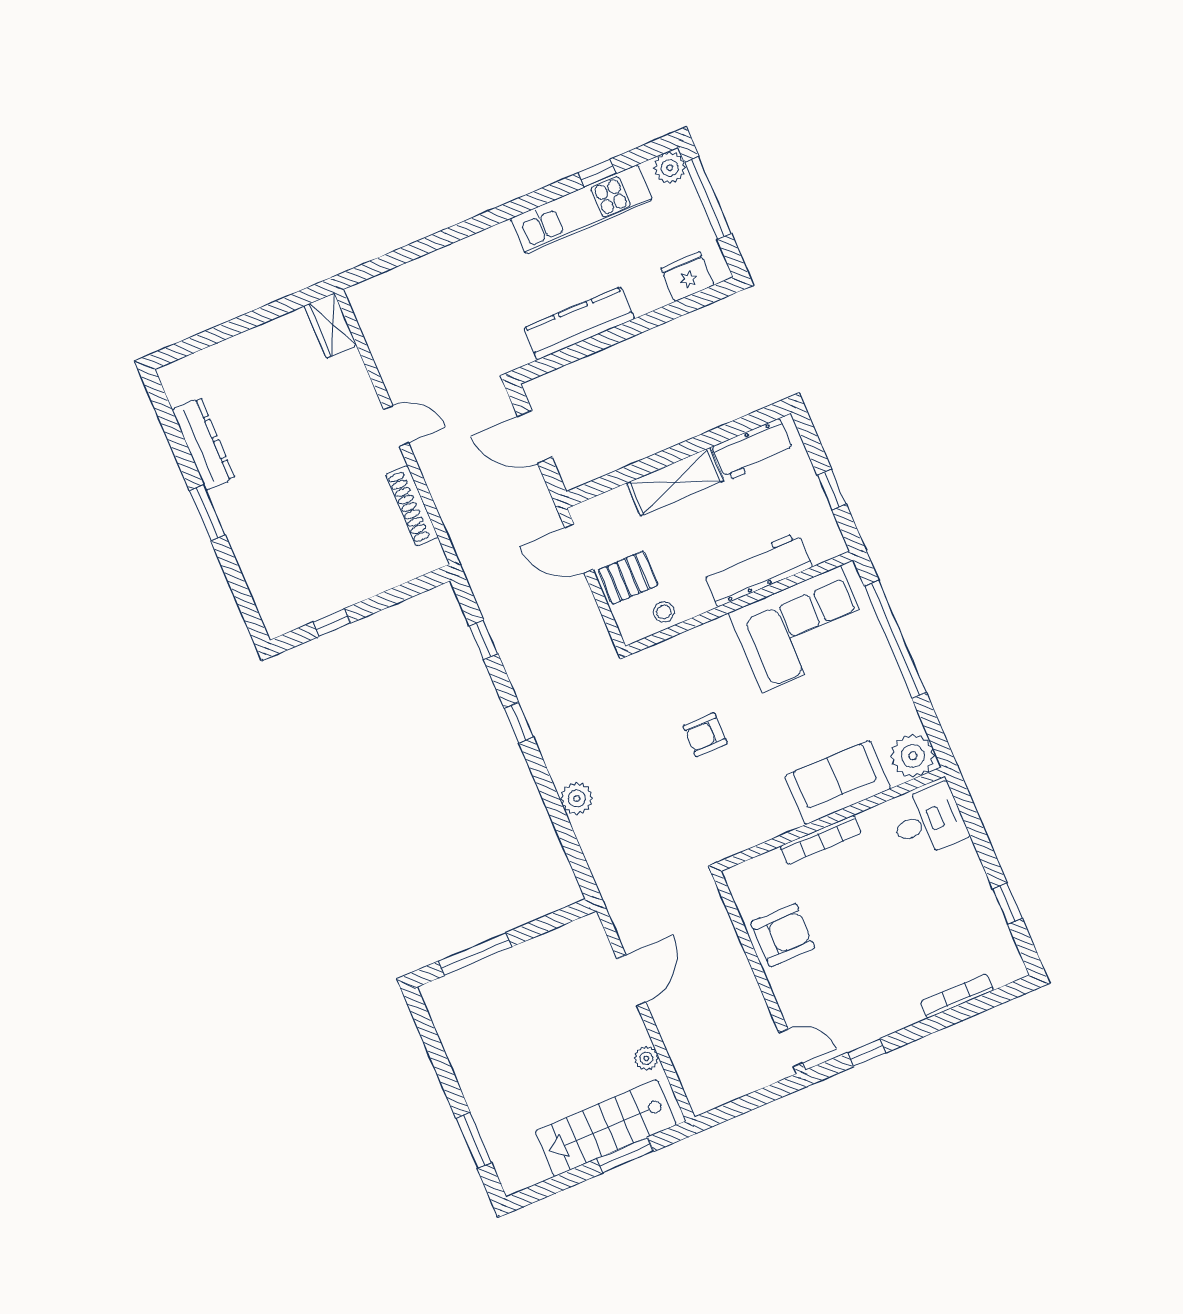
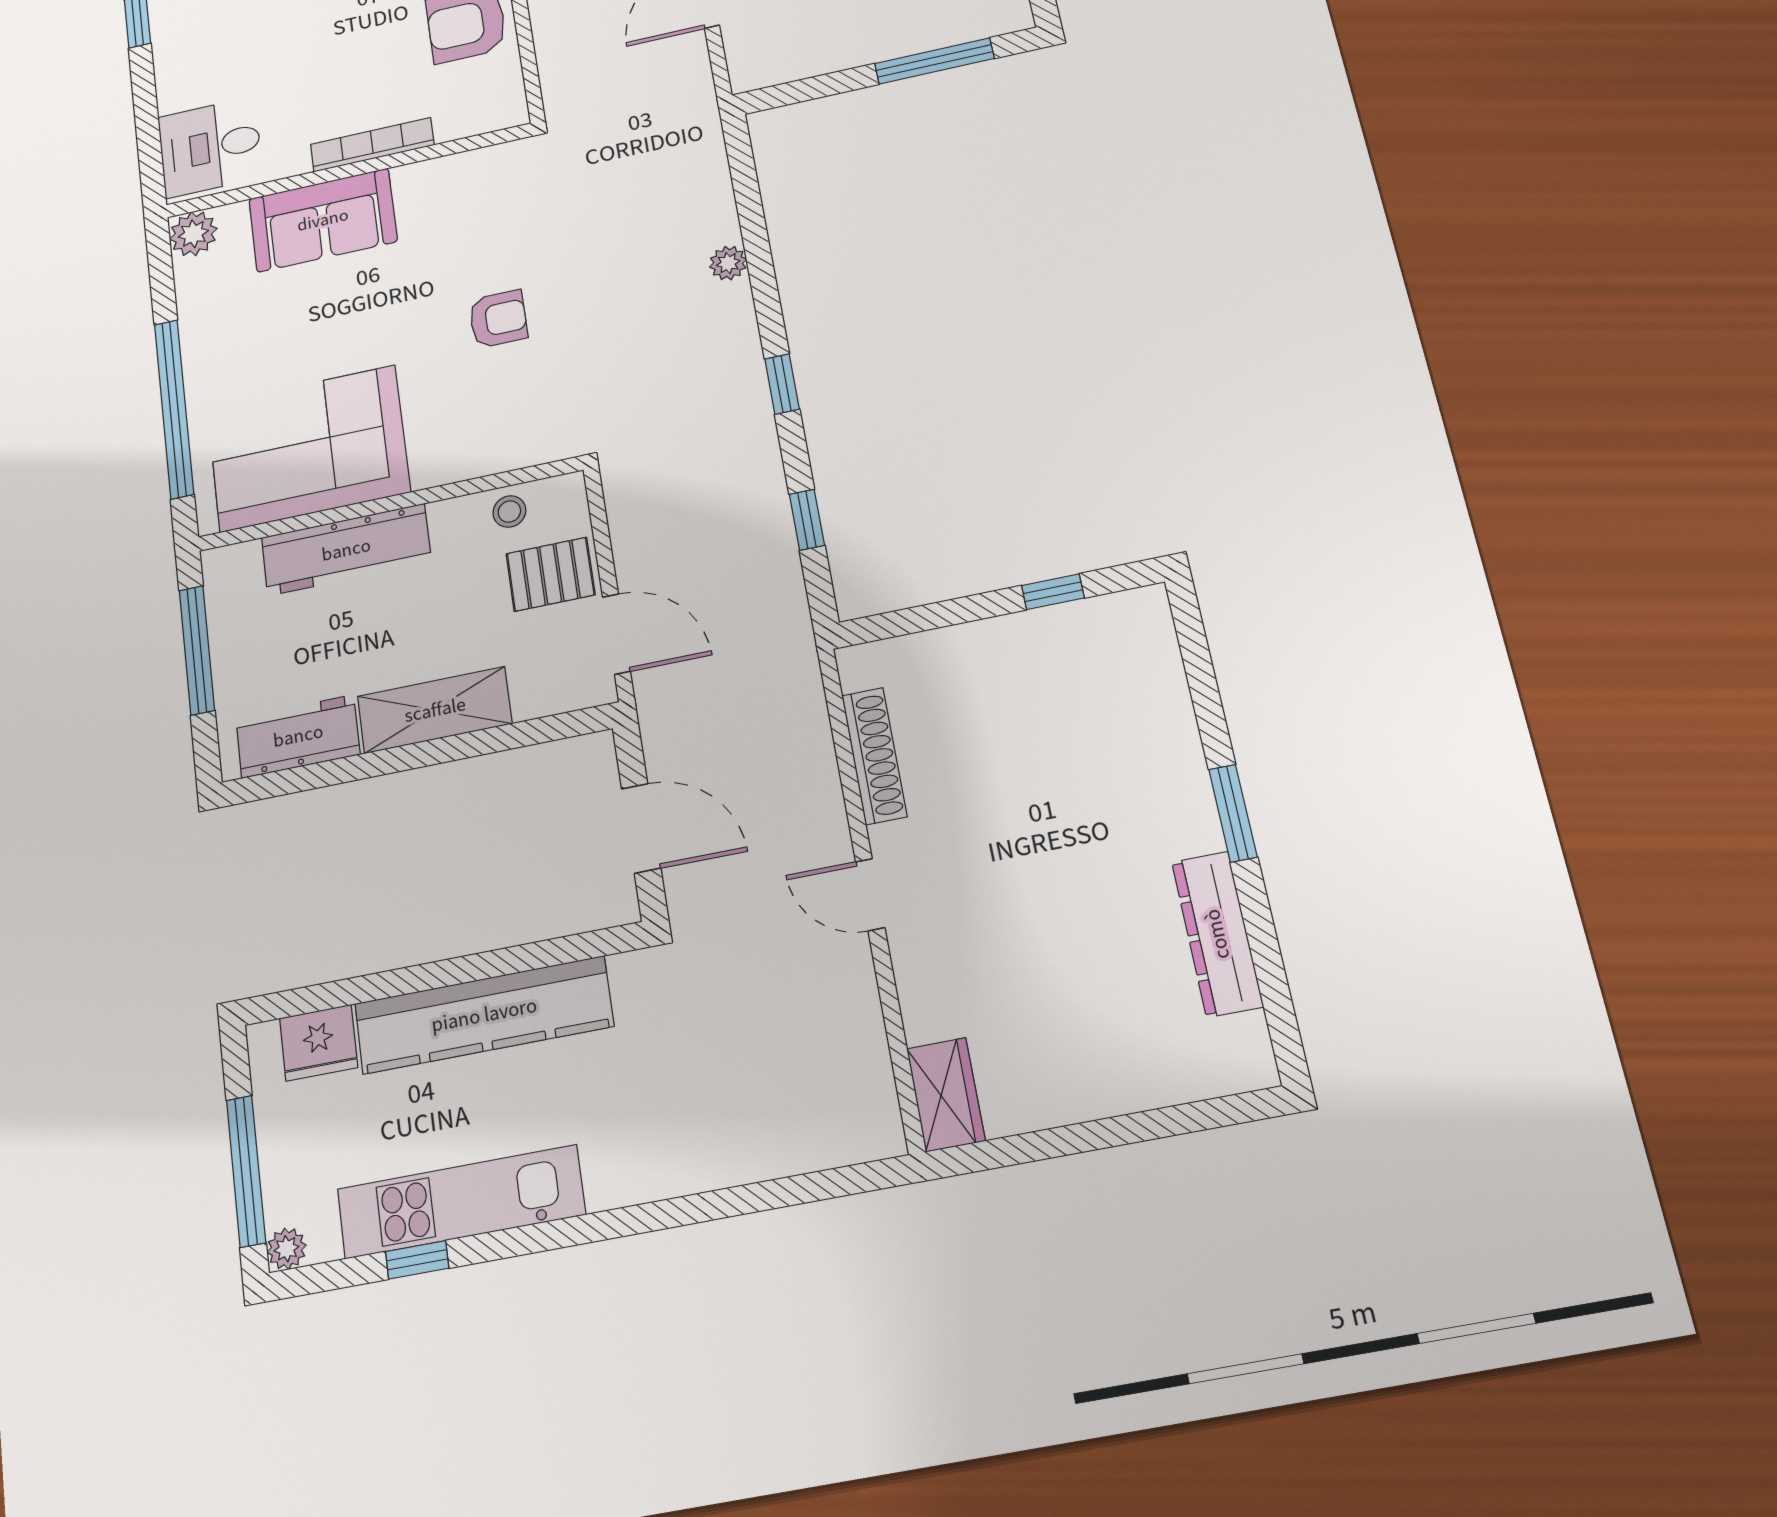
plant: (670, 168) -> (287, 1249), width x0.73, depth x0.73
kitchen counter: (579, 323) -> (484, 1015), width x1.39, depth x1.17
window: (832, 490) -> (197, 650), width x2.17
plant: (913, 756) -> (193, 234), width x0.73, depth x0.73
plant: (577, 798) -> (728, 263), width x0.73, depth x0.73

